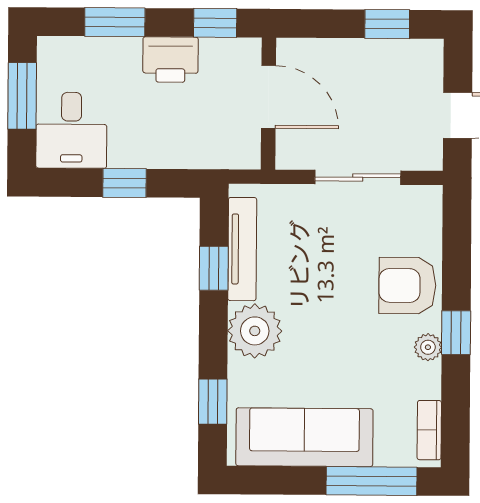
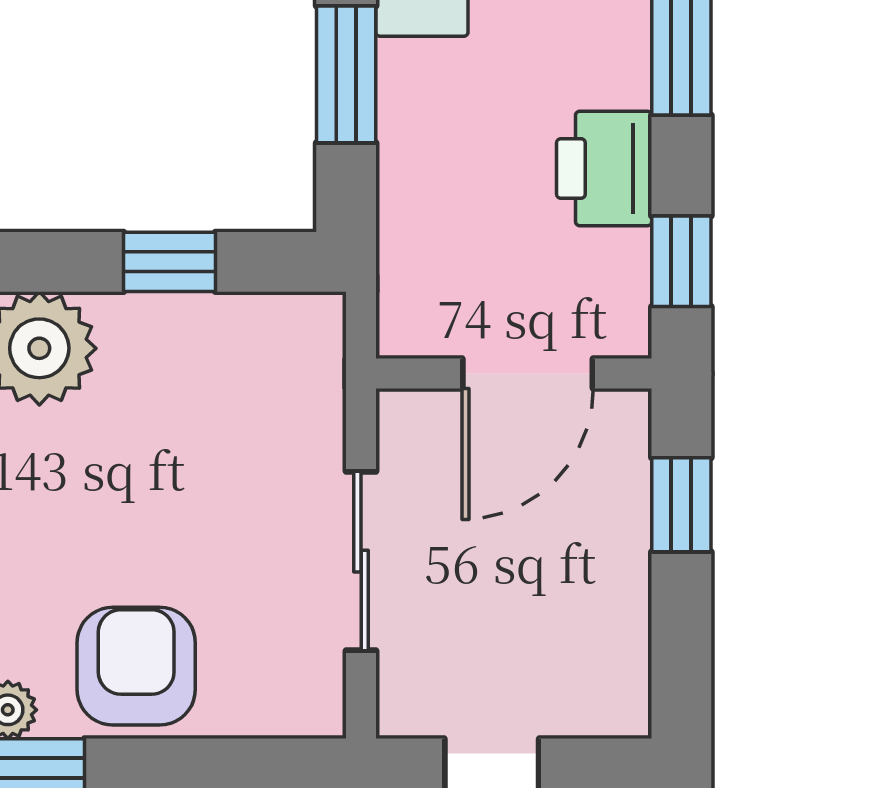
window: (387, 24) -> (681, 505), moved
window: (124, 183) -> (346, 74), width x1.50
tv unit: (242, 249) -> (210, 321), removed

